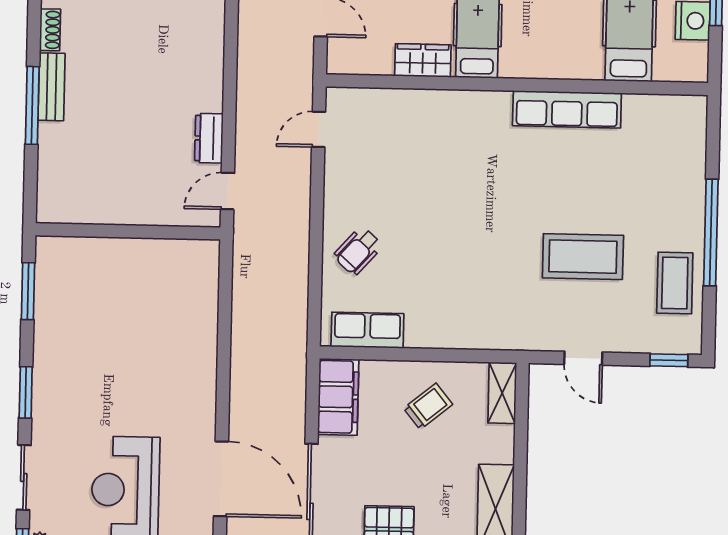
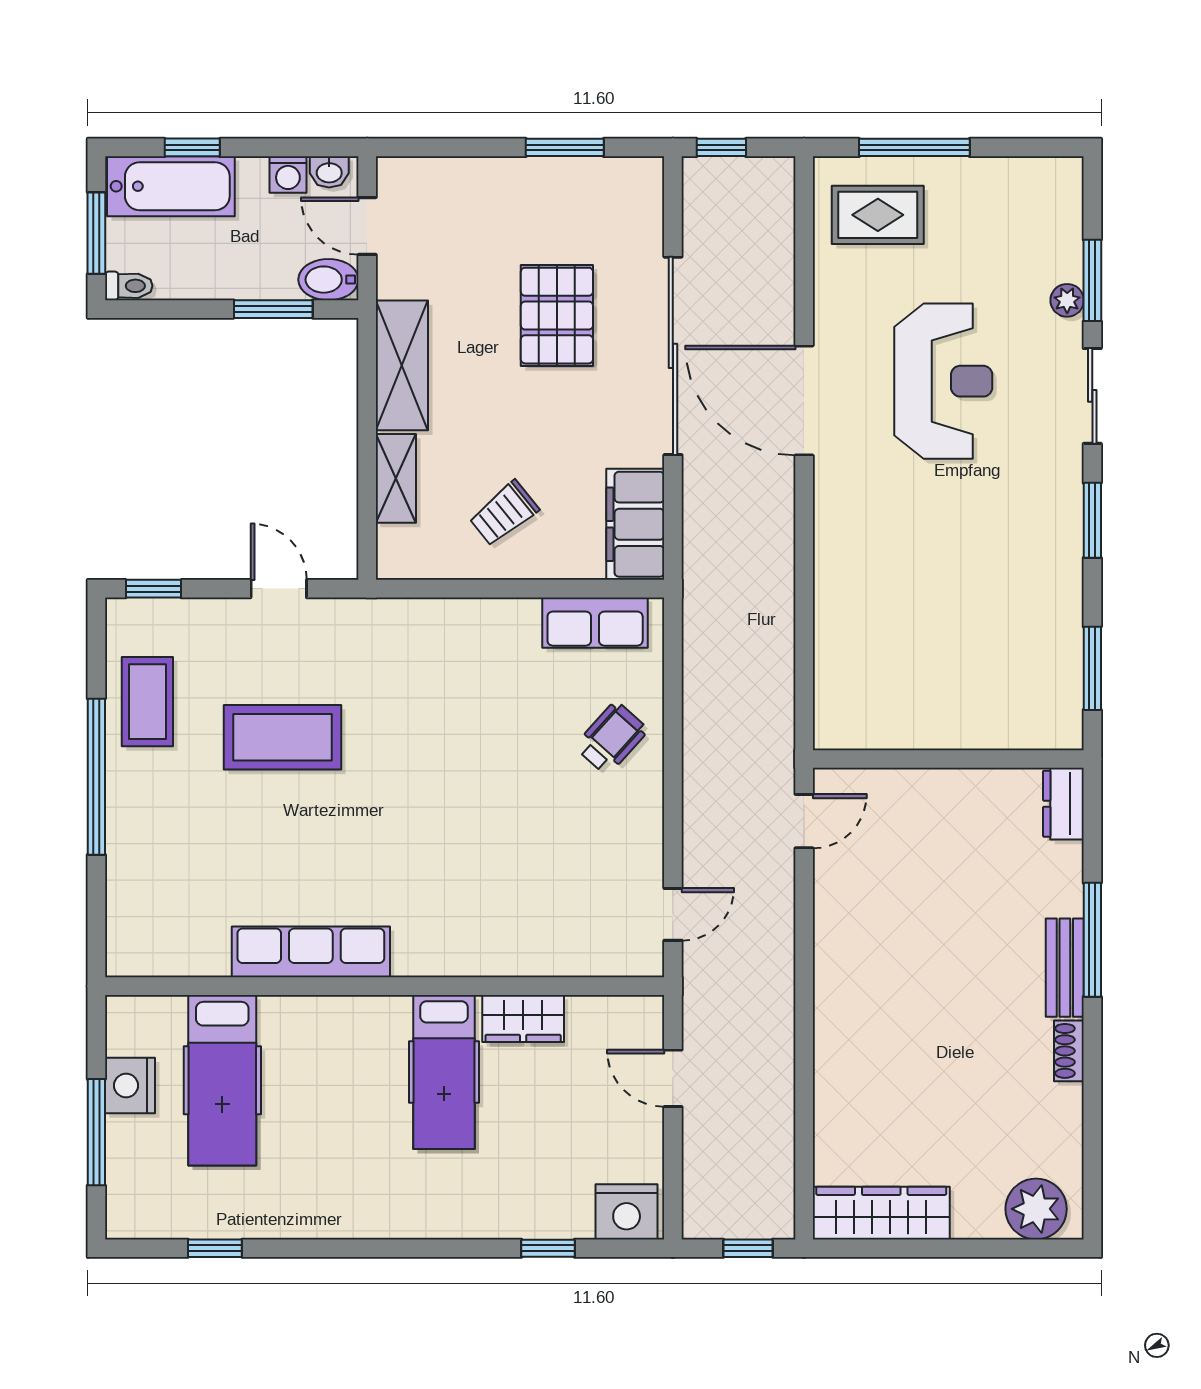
dresser: (209, 138) -> (1063, 804), moved, turned 180
shelving: (502, 393) -> (396, 478), moved

